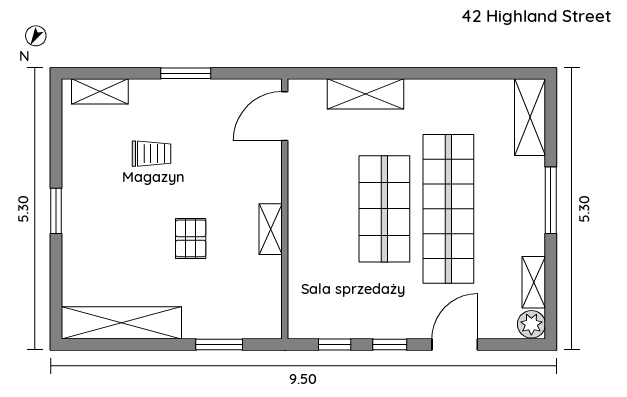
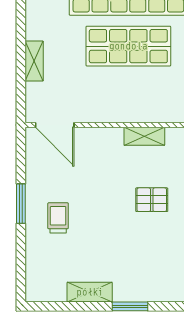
shelving: (100, 91) -> (90, 292), moved, turned 90
shelving: (365, 94) -> (34, 61), width x0.67, depth x0.75
trolley: (152, 154) -> (58, 218), moved

